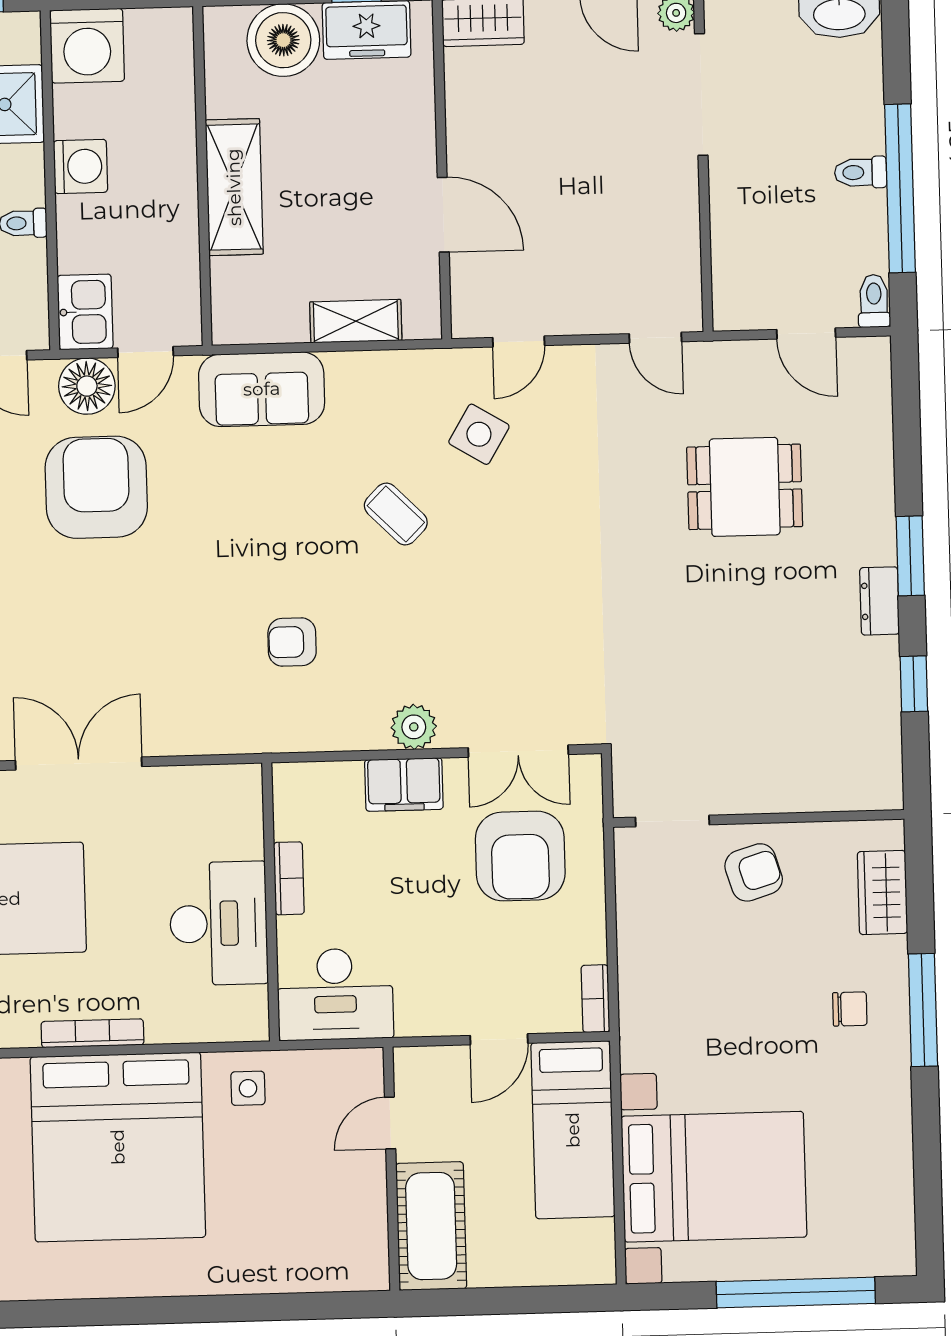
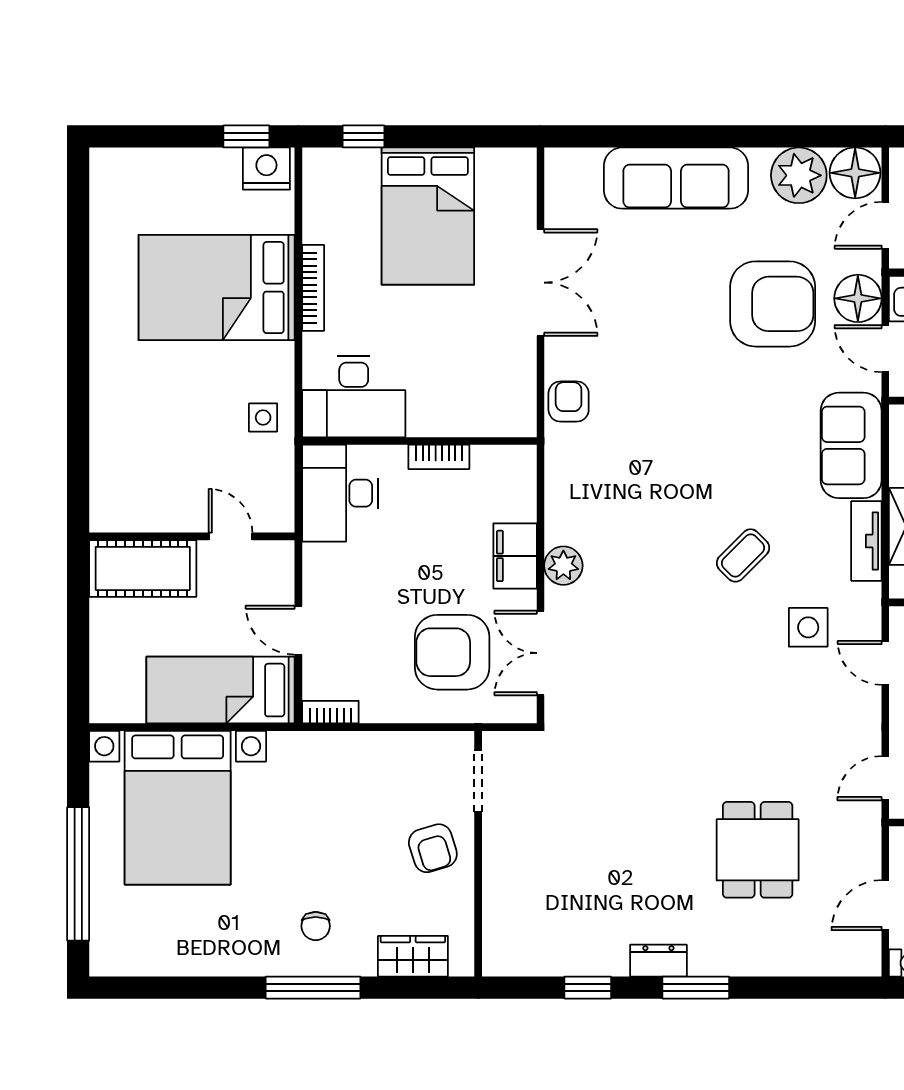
tv unit: (375, 368) -> (866, 541), added
side table: (479, 434) -> (808, 627), turned -31
armchair: (292, 642) -> (569, 401), moved
desk: (219, 923) -> (354, 397), moved
bed: (118, 1147) -> (217, 288), width x0.73

